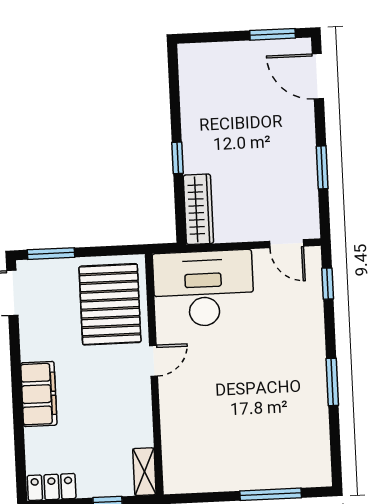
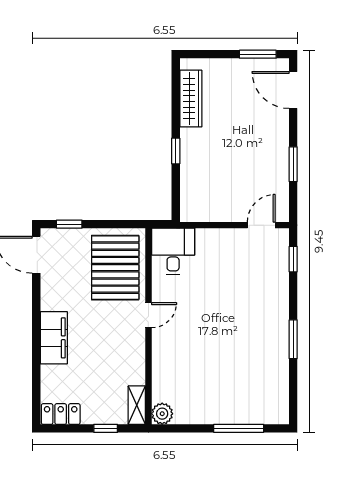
wardrobe: (198, 209) -> (191, 99), moved
door: (287, 244) -> (261, 225), swing flipped
window: (51, 254) -> (69, 224), width x0.67
desk: (203, 289) -> (173, 251), width x0.53, depth x0.77
plant: (176, 481) -> (162, 414), added

